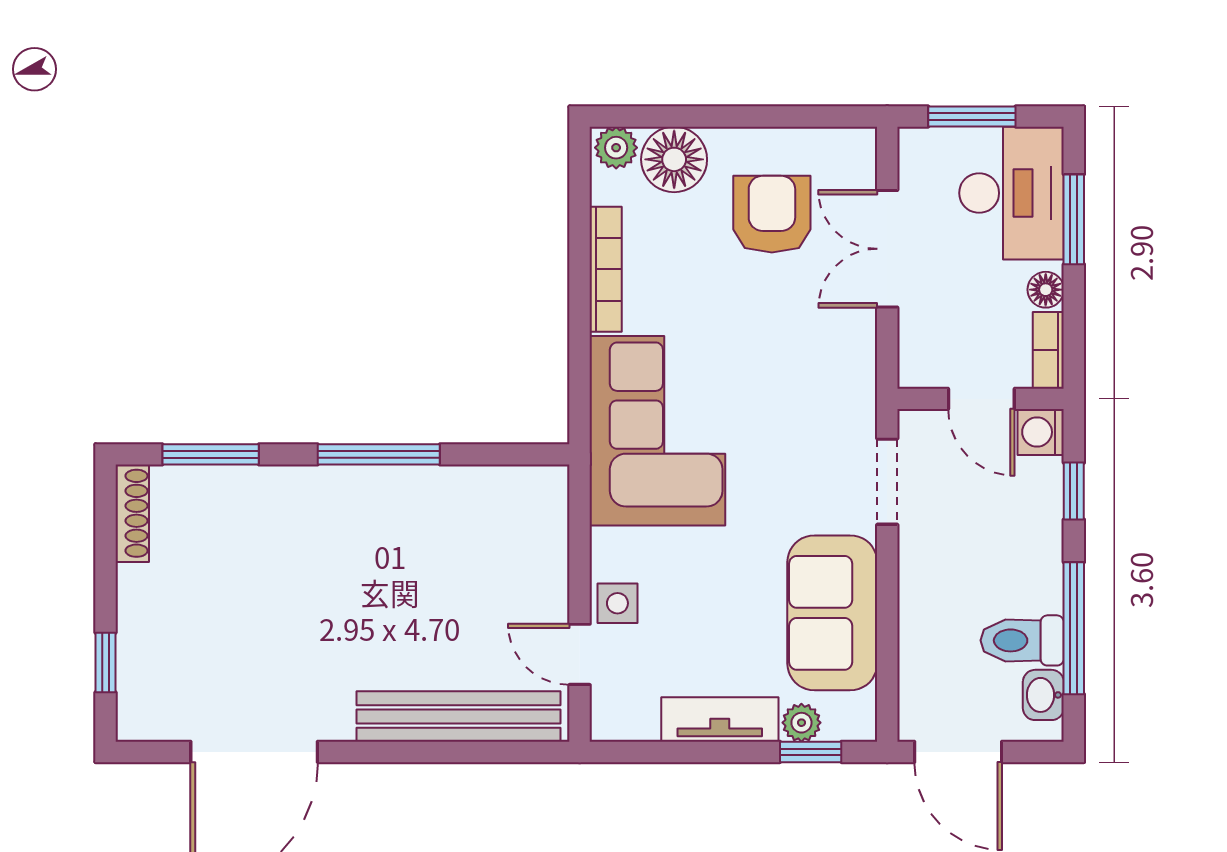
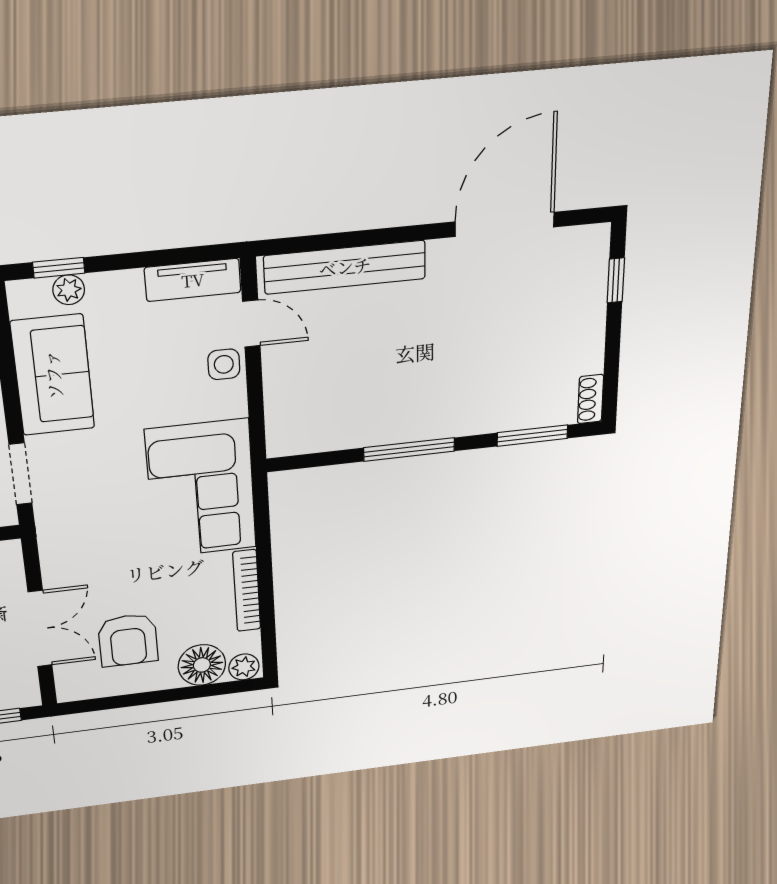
shoe rack: (132, 513) -> (591, 399), width x0.70
tv unit: (720, 720) -> (193, 280), moved

